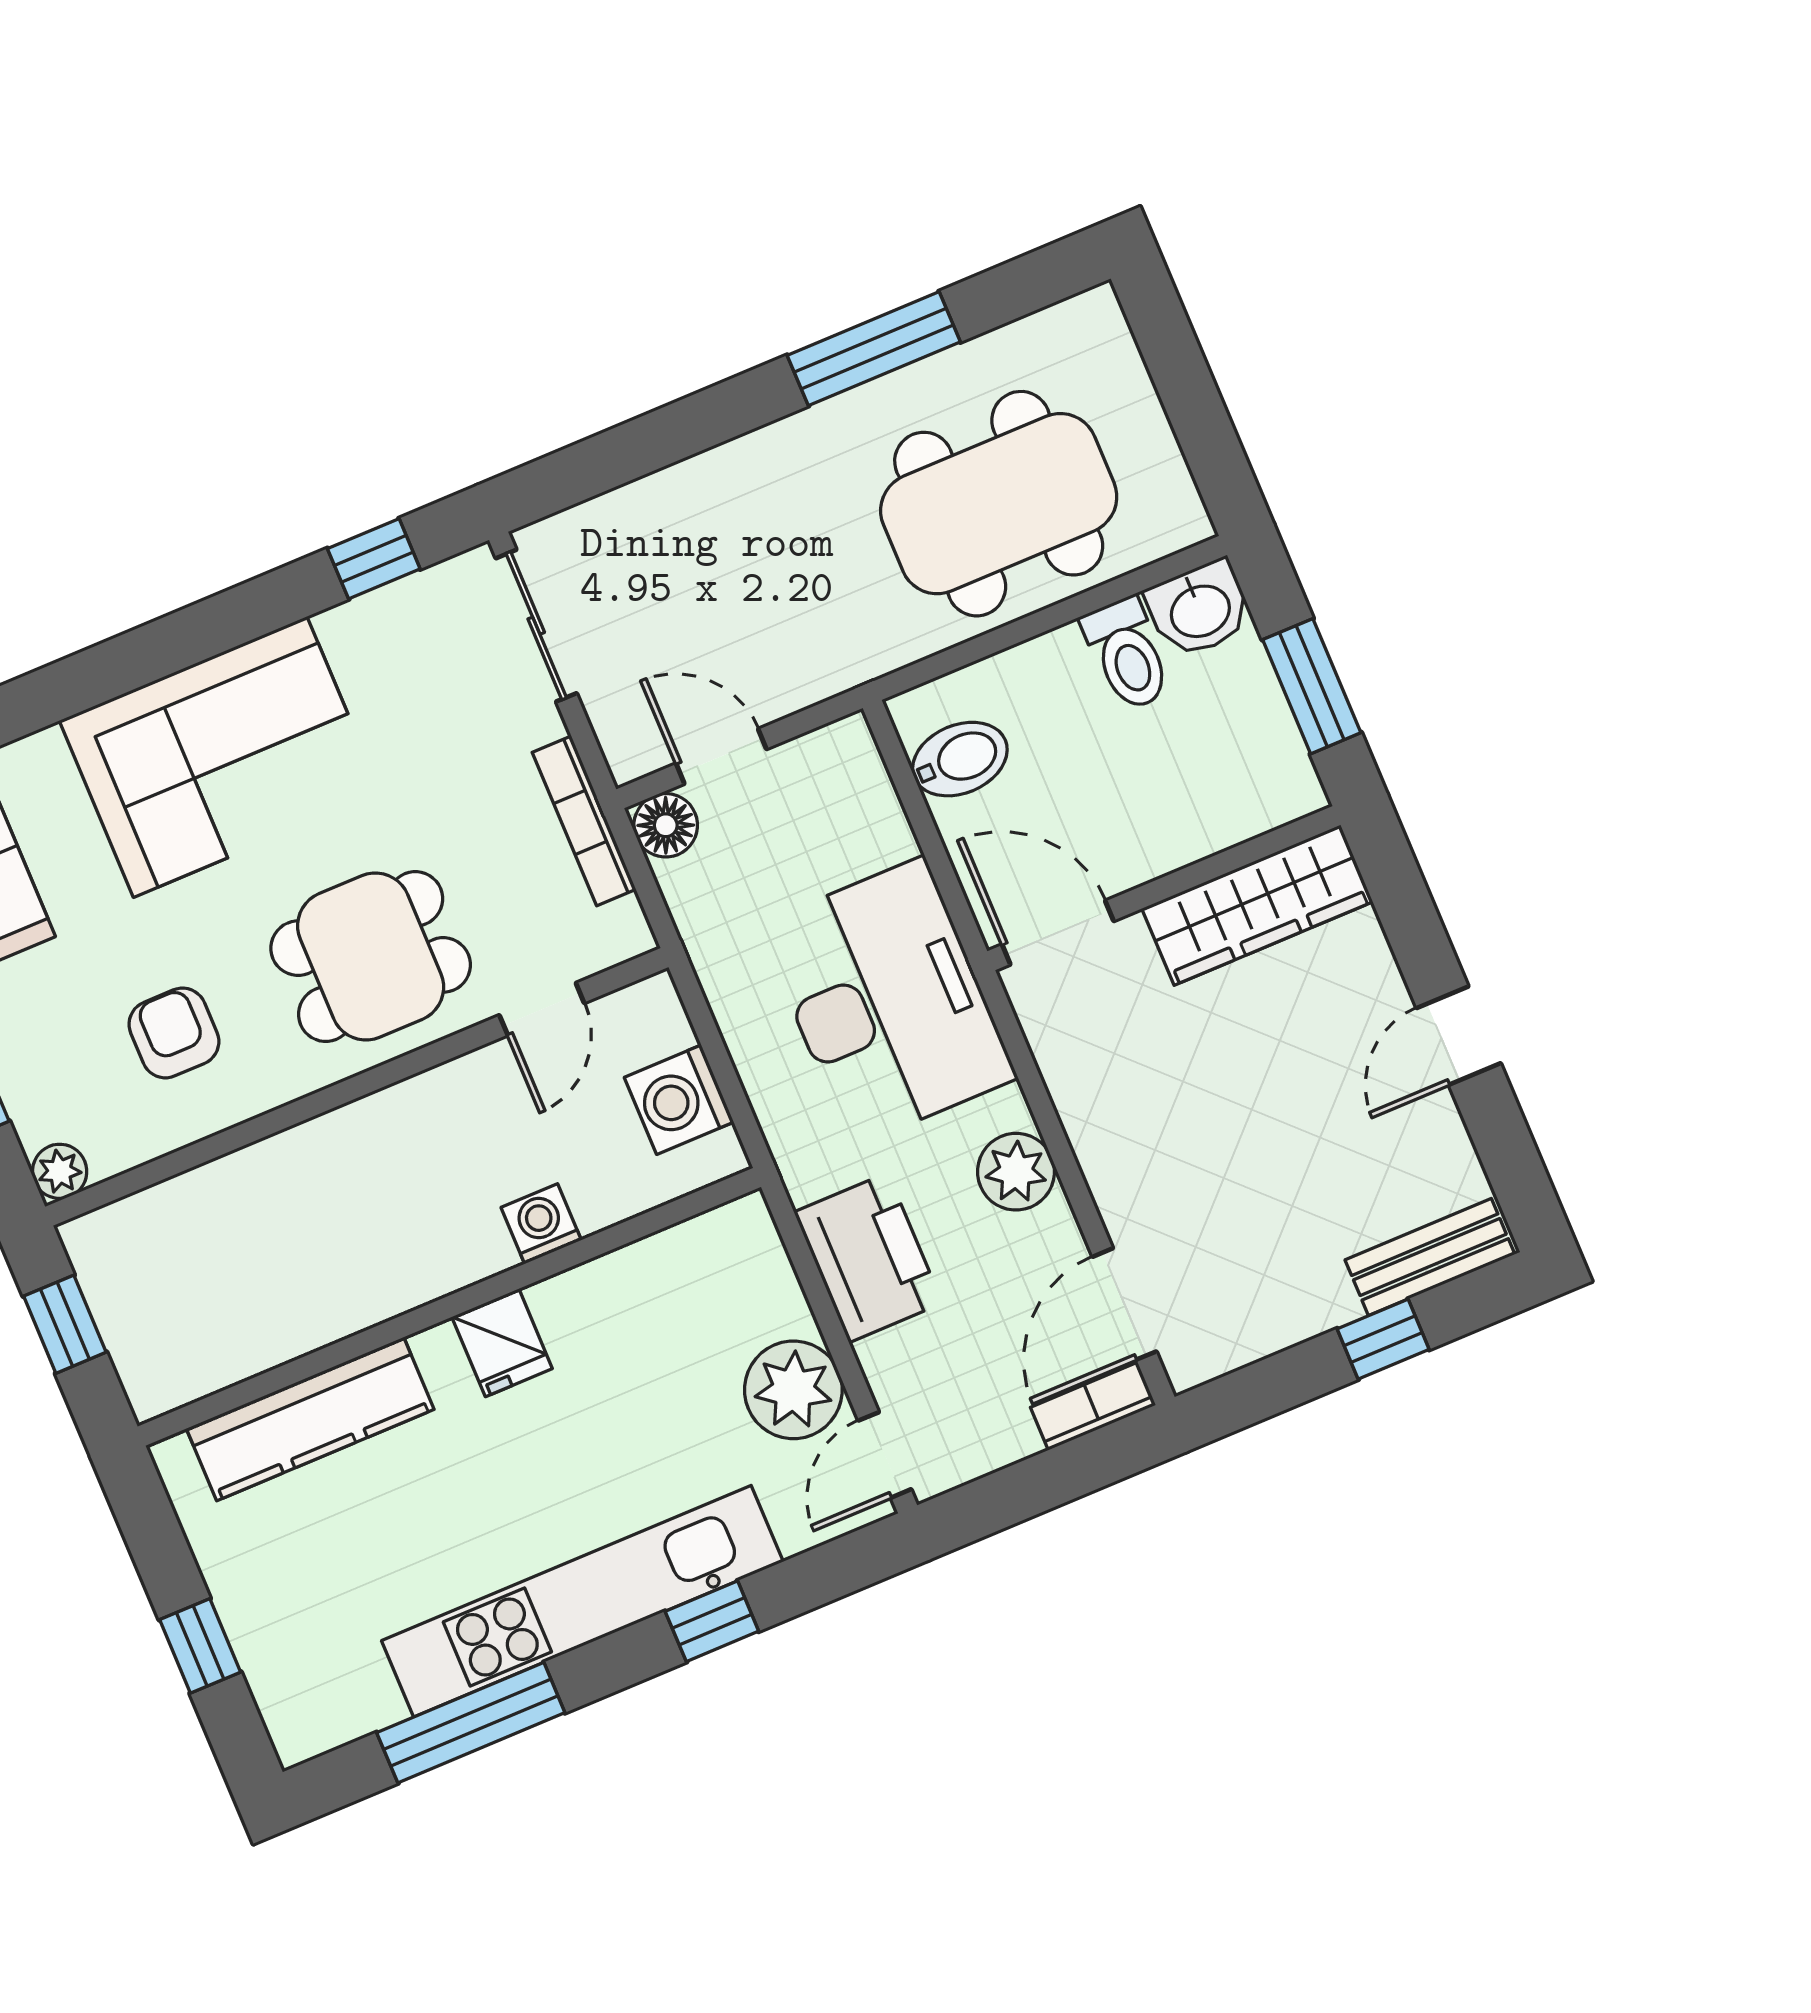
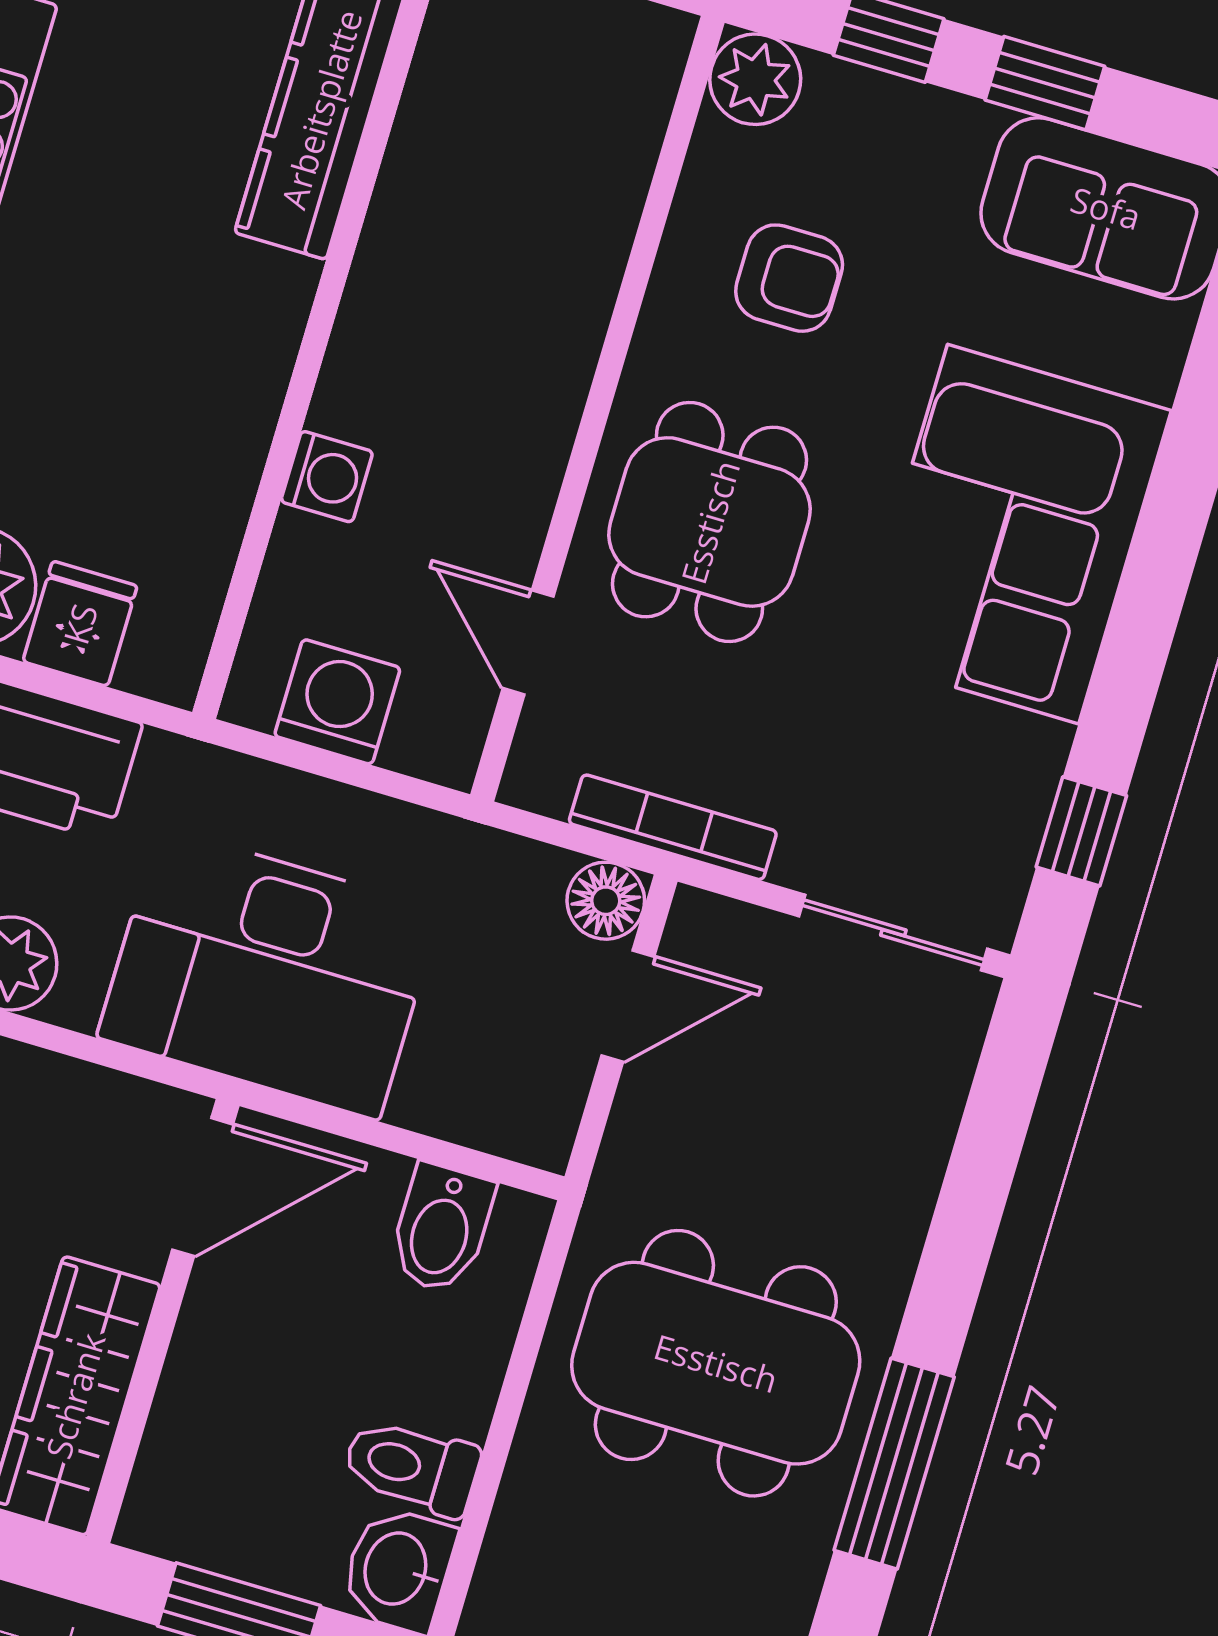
dining table: (999, 504) -> (716, 1363), moved, turned 90
plant: (60, 1171) -> (755, 79), width x1.38, depth x1.38
fridge: (502, 1343) -> (80, 624), moved, turned 90

